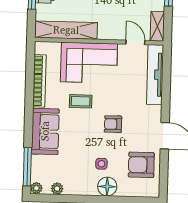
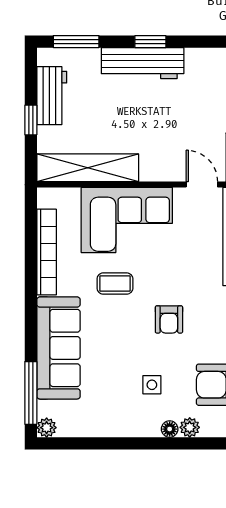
armchair: (113, 124) -> (169, 319), turned -90
sofa: (45, 131) -> (59, 348), width x1.36
floor lamp: (107, 187) -> (170, 429), width x0.53, depth x0.53
plant: (57, 189) -> (190, 427), moved

